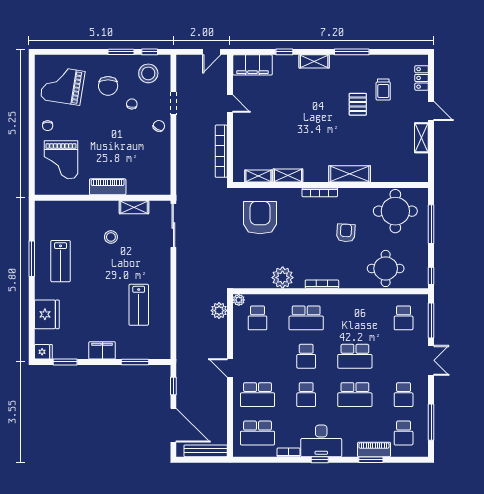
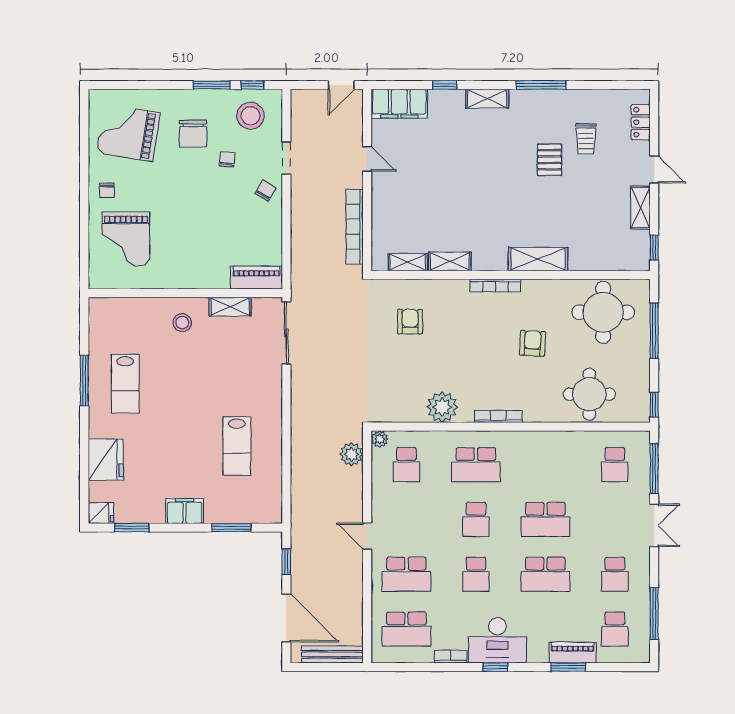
window: (431, 166) -> (654, 248), added
piano: (108, 187) -> (256, 278), moved
armchair: (260, 218) -> (410, 322), width x0.53, depth x0.53
stool: (111, 237) -> (182, 323), moved

